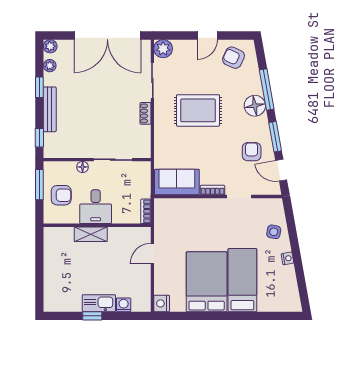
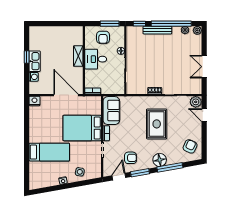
double door: (107, 35) -> (204, 67), width x0.54
door: (207, 35) -> (204, 115), moved
window: (39, 87) -> (171, 24), width x3.17
door: (152, 254) -> (66, 95), width x1.88
bed: (207, 282) -> (82, 128), moved, turned 180

